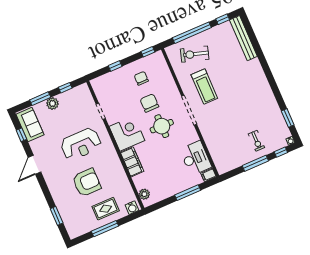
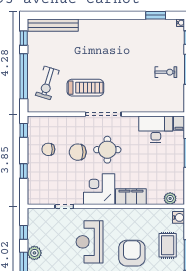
exercise bike: (256, 141) -> (166, 72), moved
reception desk: (81, 144) -> (90, 242), turned 180

